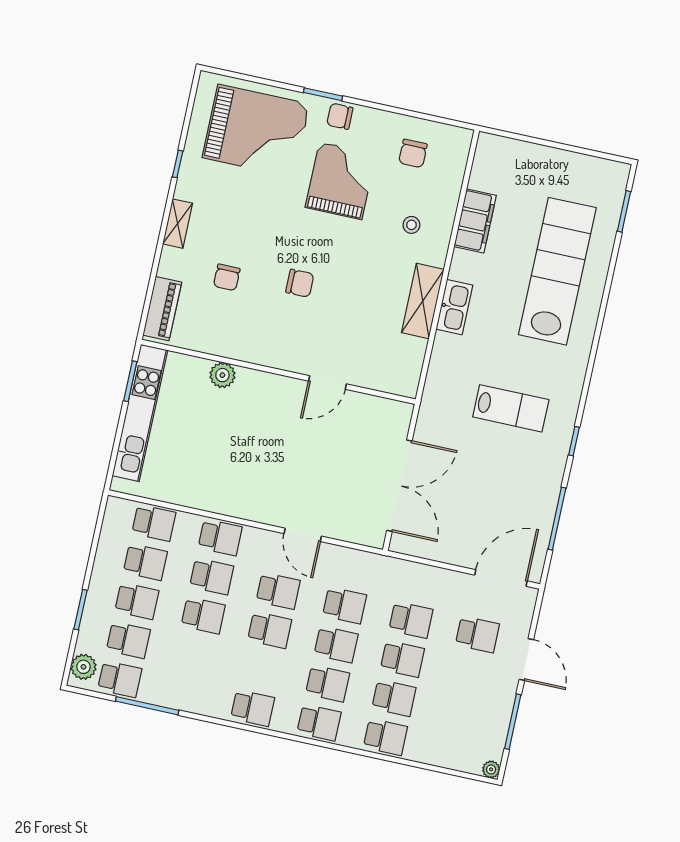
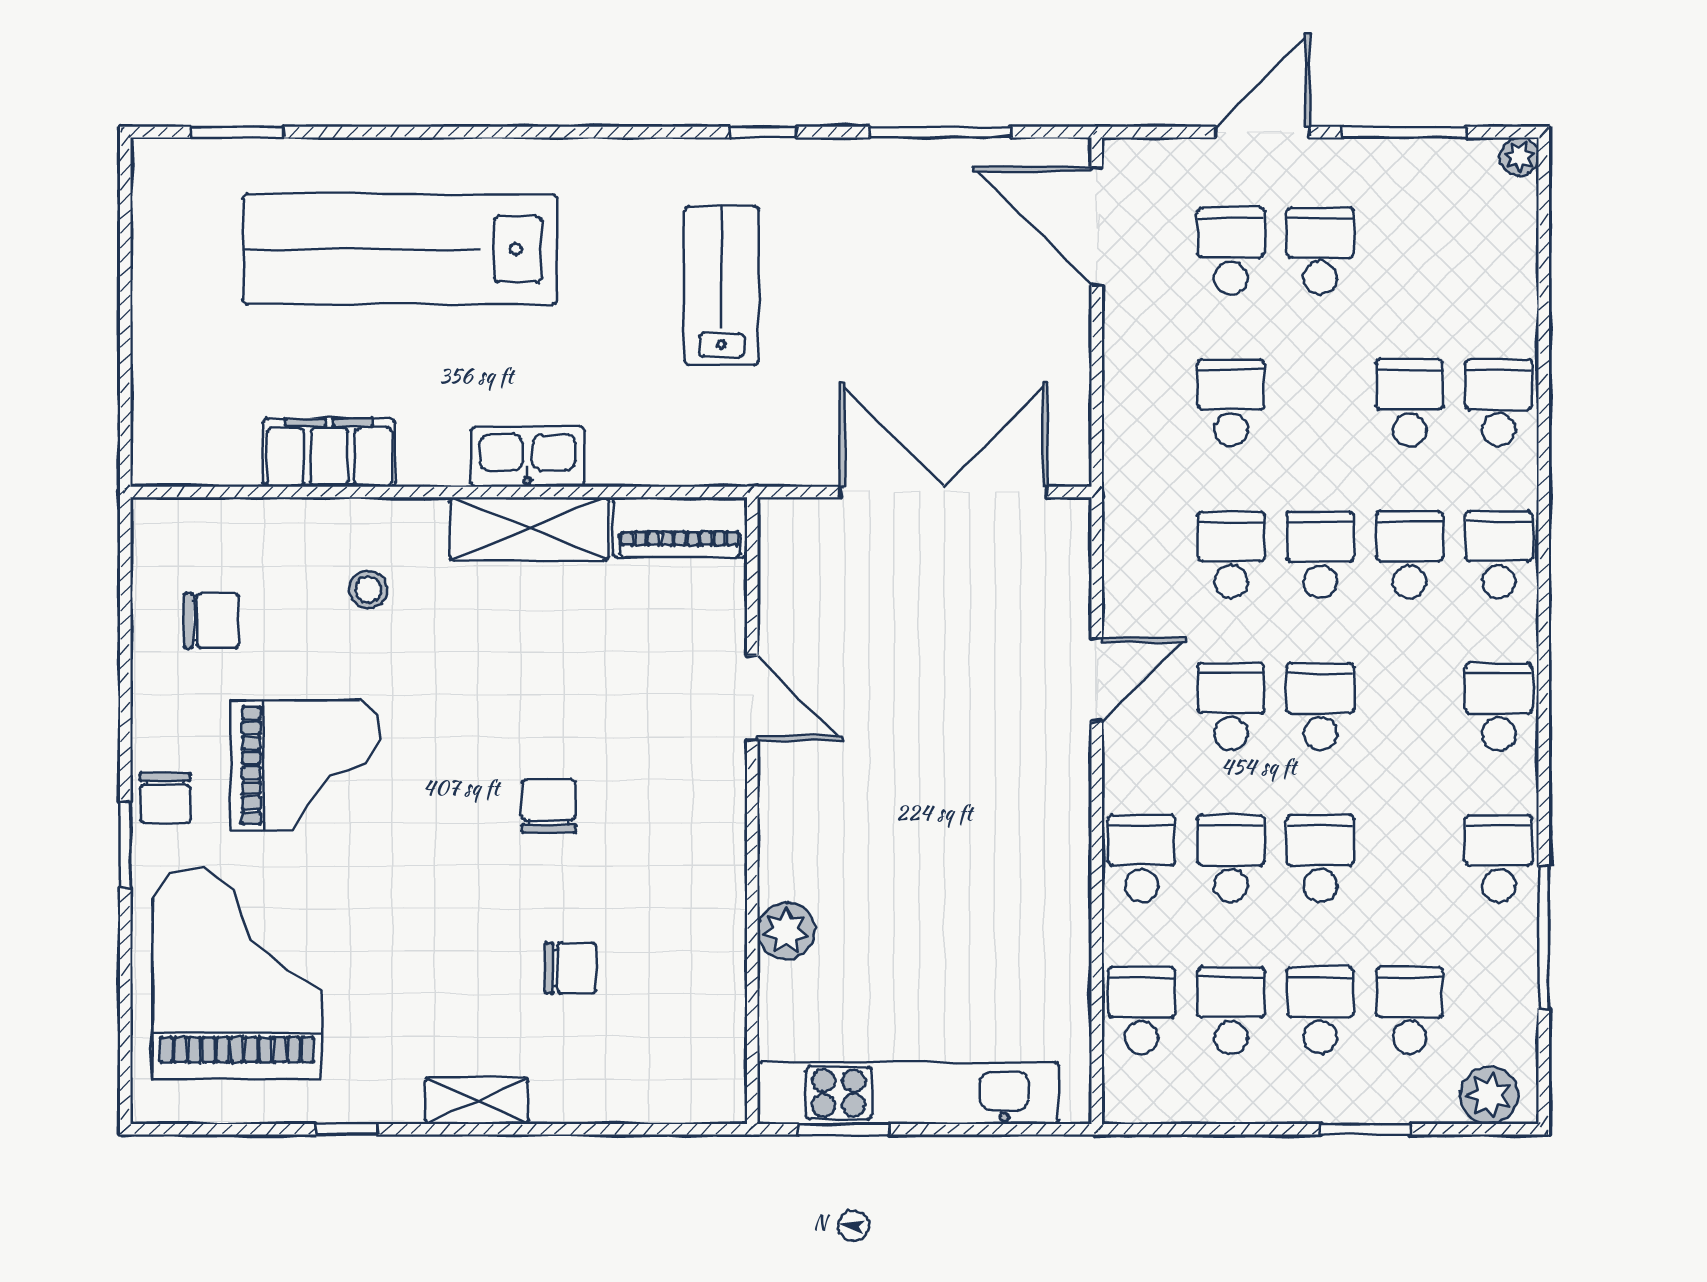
grand piano: (341, 181) -> (306, 765), turned 180
piano: (162, 309) -> (680, 527), moved, turned 180
school desk: (402, 659) -> (1320, 251), moved
school desk: (120, 679) -> (1499, 859), moved

